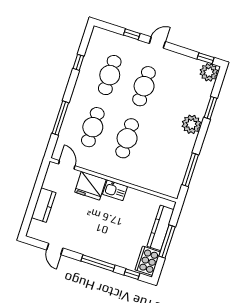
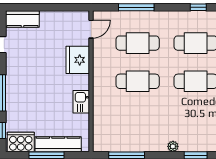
plant: (192, 124) -> (173, 146), width x0.53, depth x0.53
kitchen sink: (115, 190) -> (81, 102), moved
kitchen counter: (44, 205) -> (22, 19), moved

